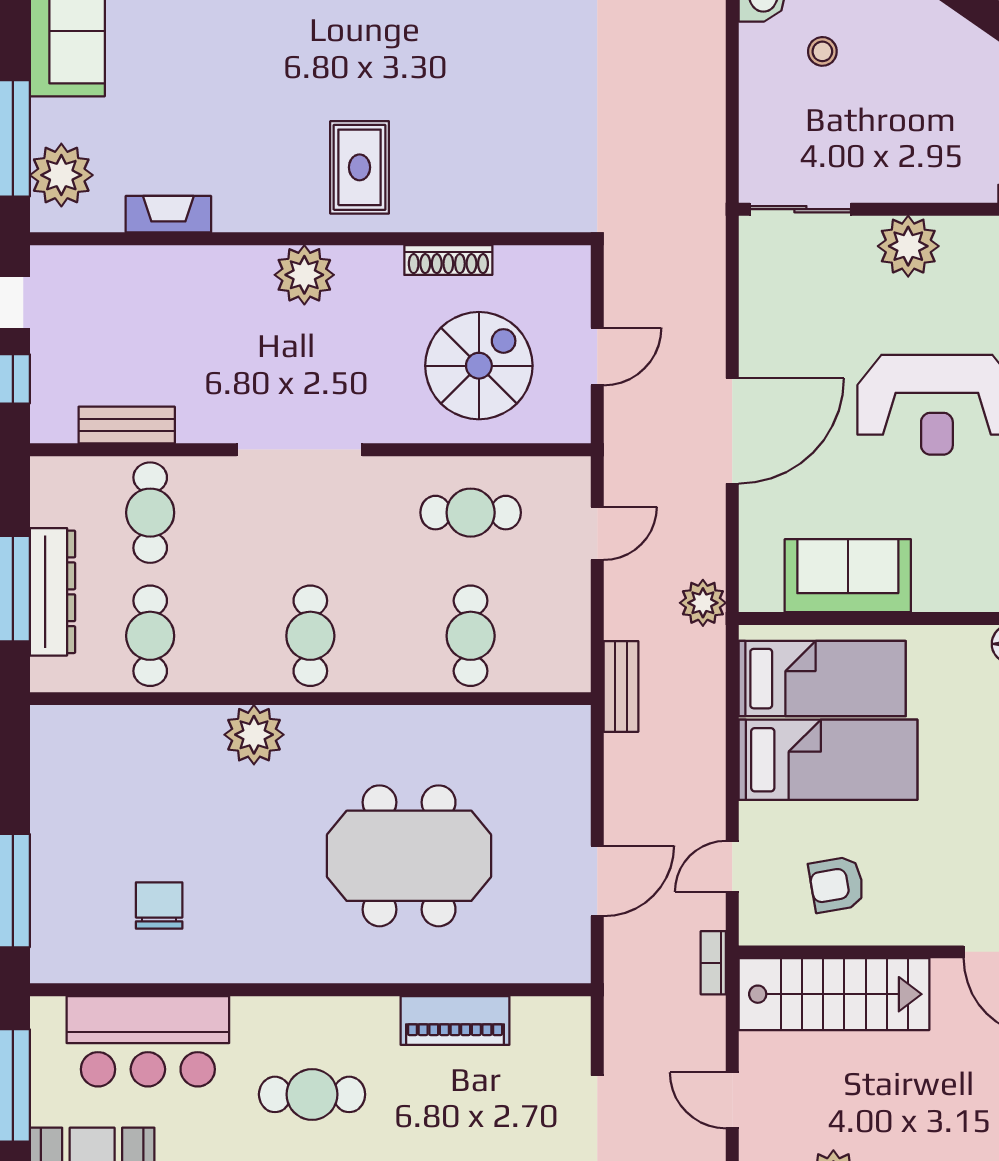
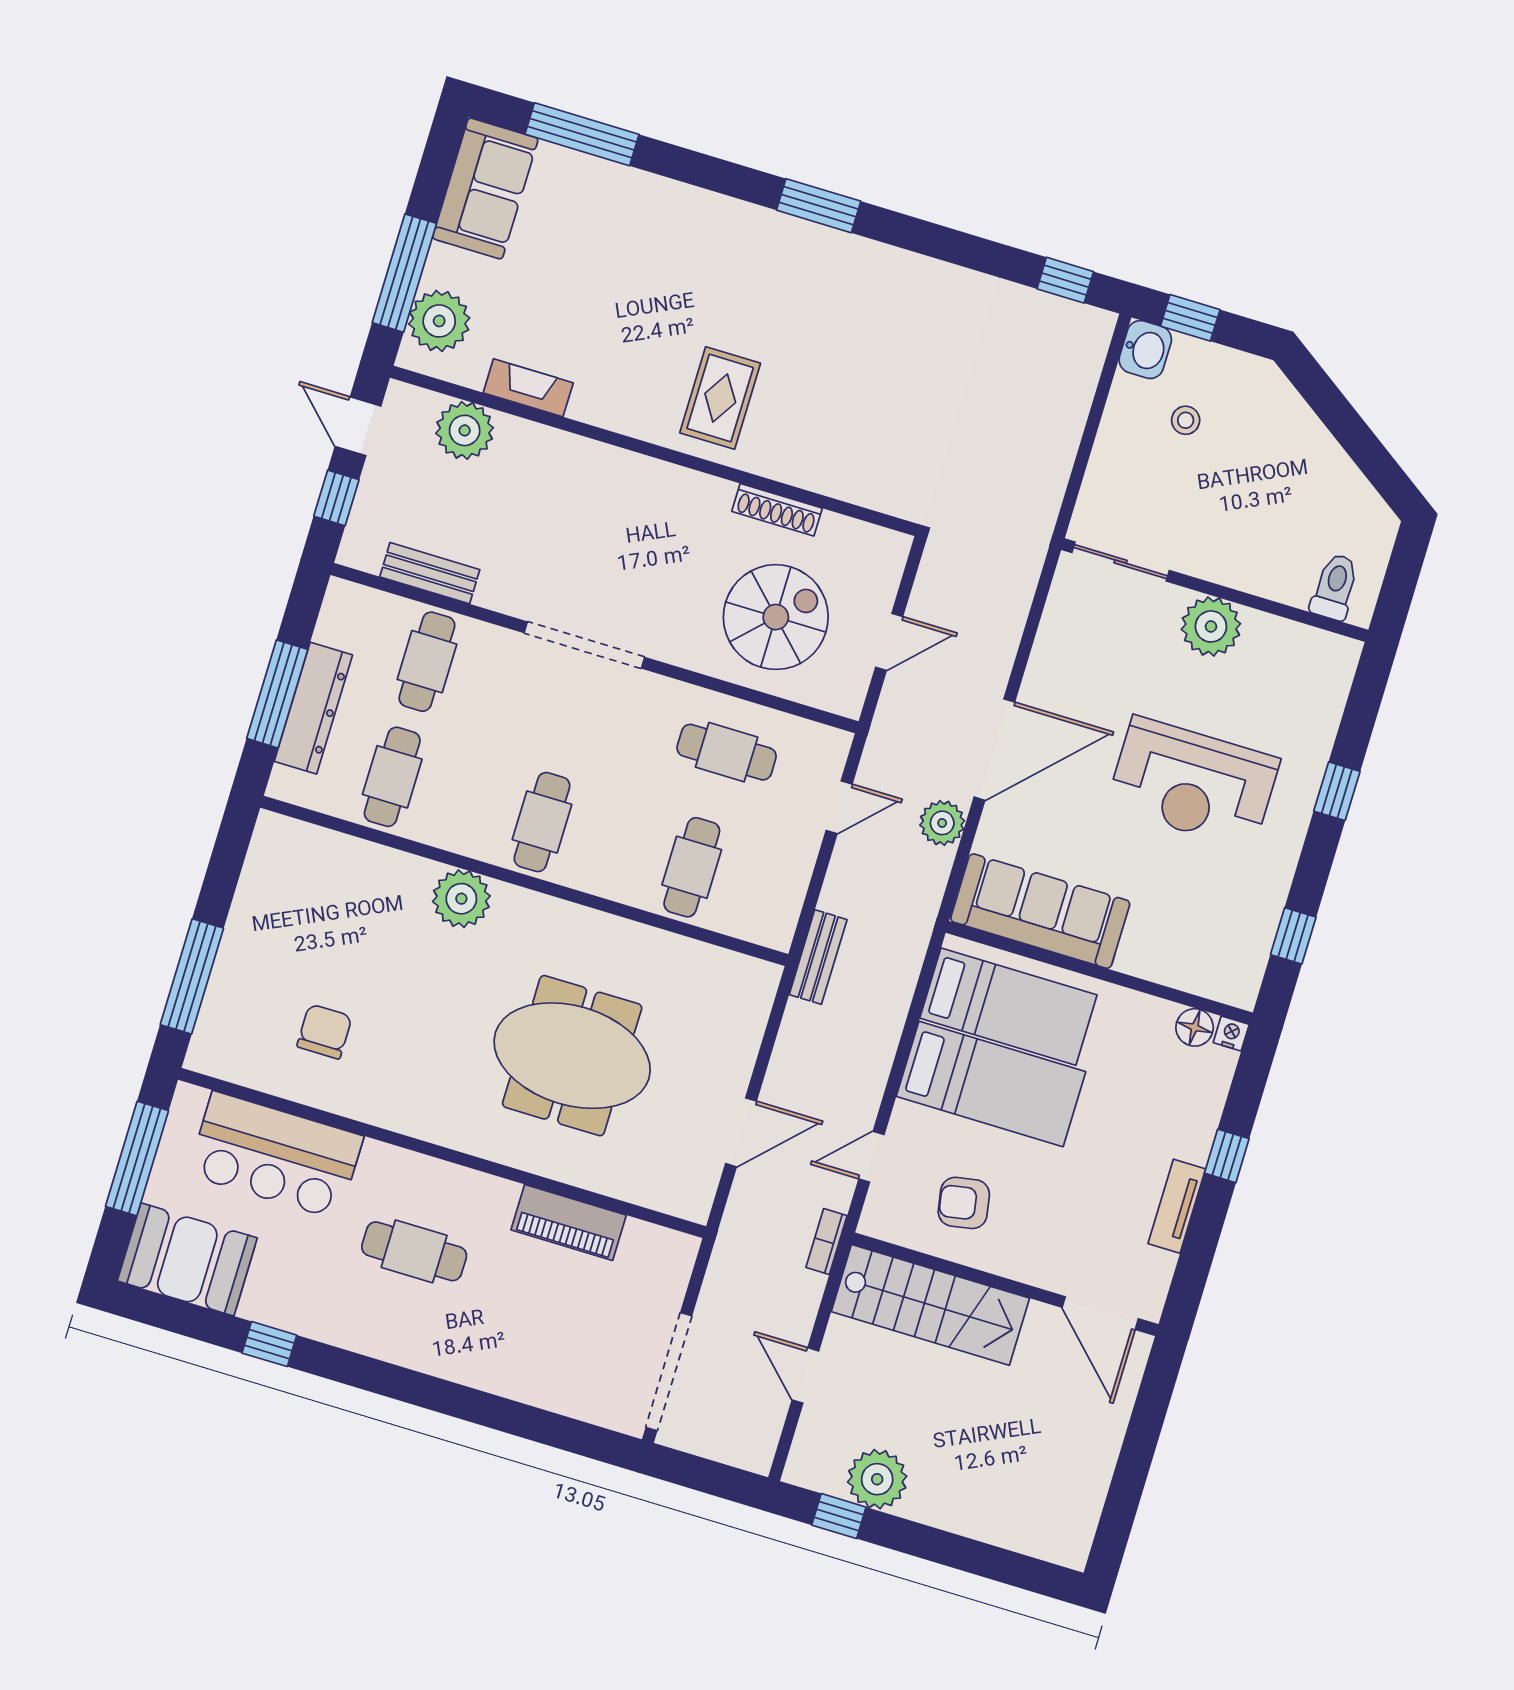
plant: (304, 275) -> (465, 430), moved
sofa: (848, 576) -> (1040, 911), width x1.36
plant: (703, 603) -> (942, 823), moved

